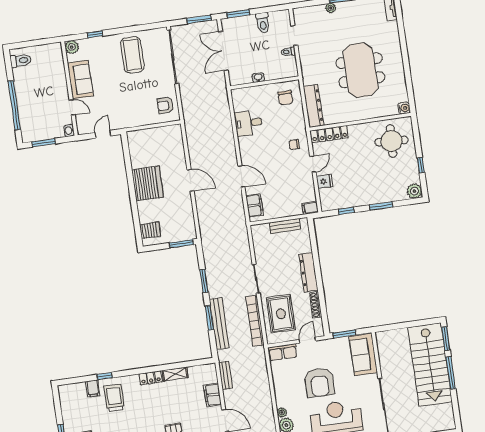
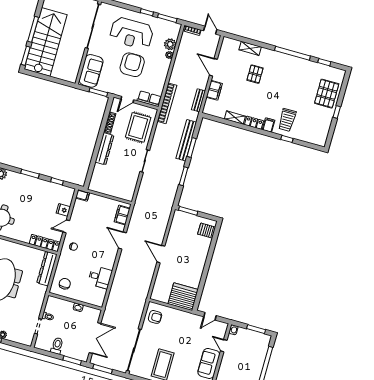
server rack: (147, 183) -> (183, 297), moved, turned 90
bench: (285, 226) -> (107, 190), removed
bookcase: (255, 321) -> (167, 103), moved
filing cabinet: (93, 388) -> (269, 125), moved

